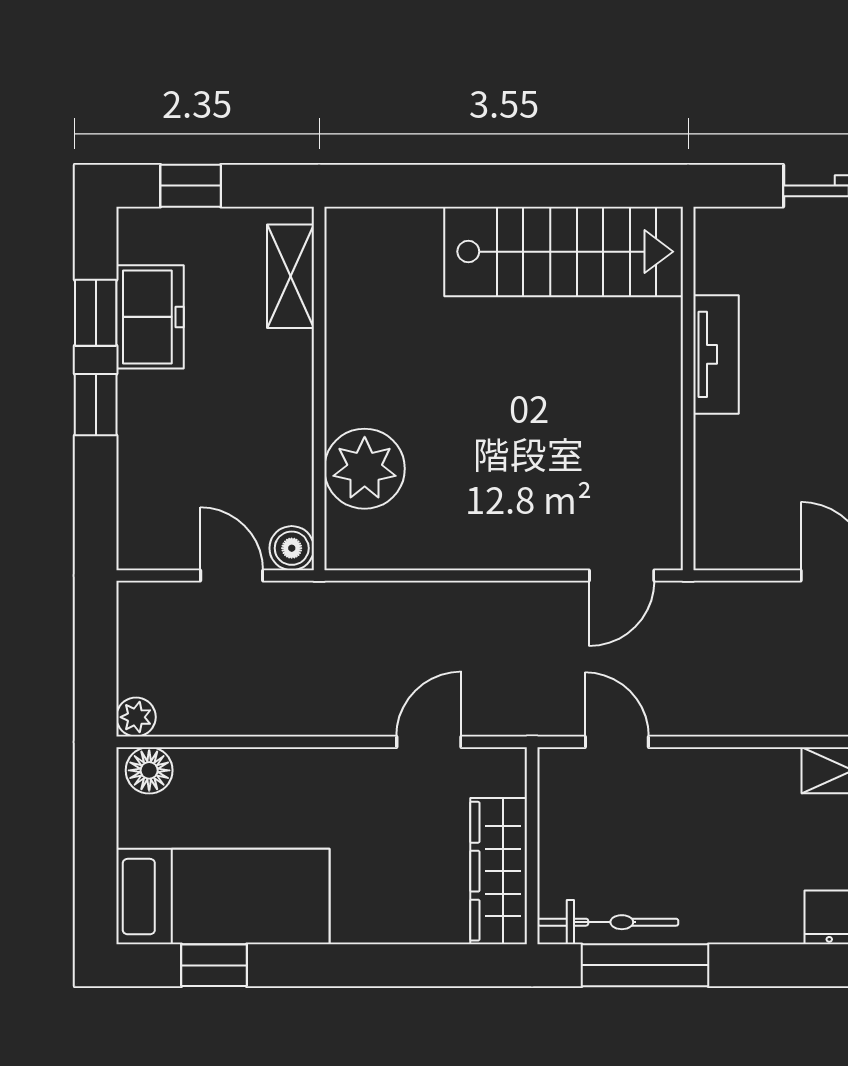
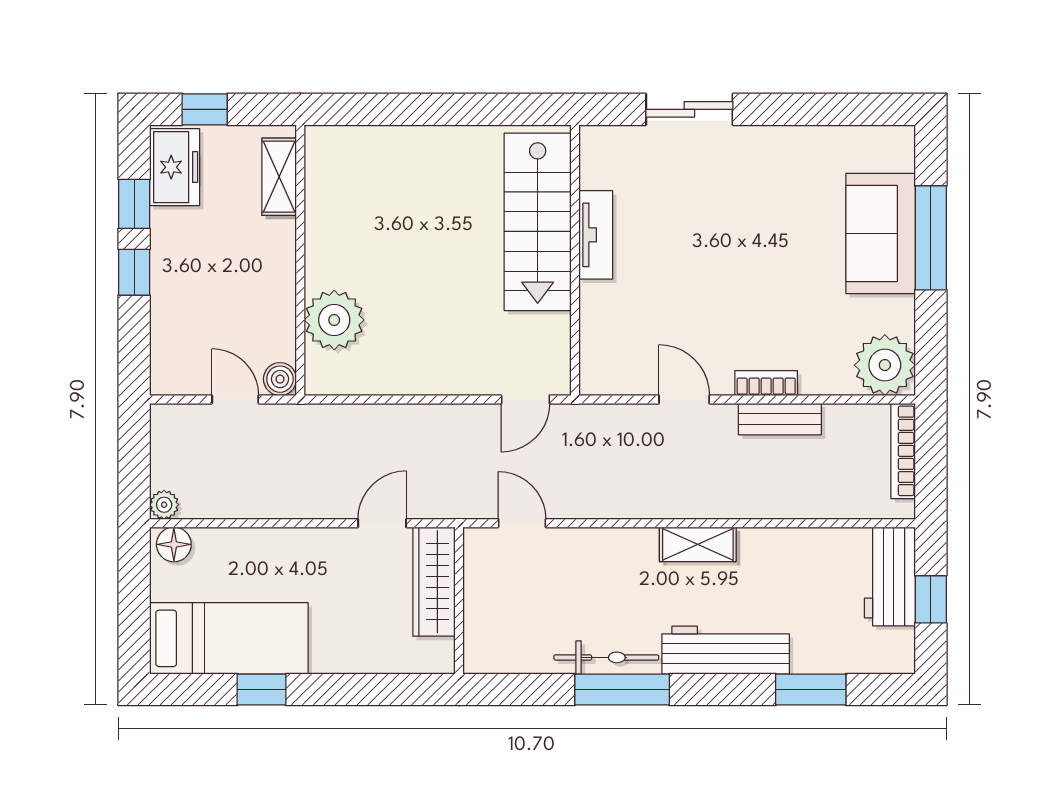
stairs: (564, 252) -> (538, 222), moved, turned 90
freezer: (150, 317) -> (175, 167), moved
wardrobe: (499, 871) -> (434, 582), moved
bicycle: (608, 922) -> (606, 657), moved
window: (214, 965) -> (262, 690), moved
window: (645, 965) -> (622, 690), moved

